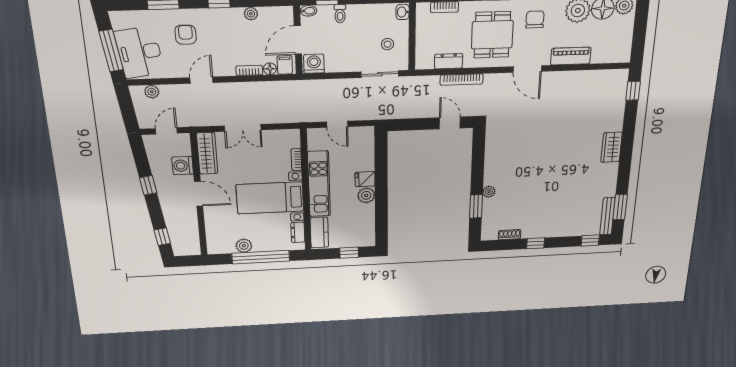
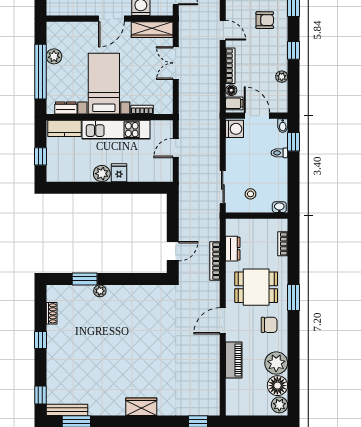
bookcase: (249, 70) -> (230, 66), width x1.56

